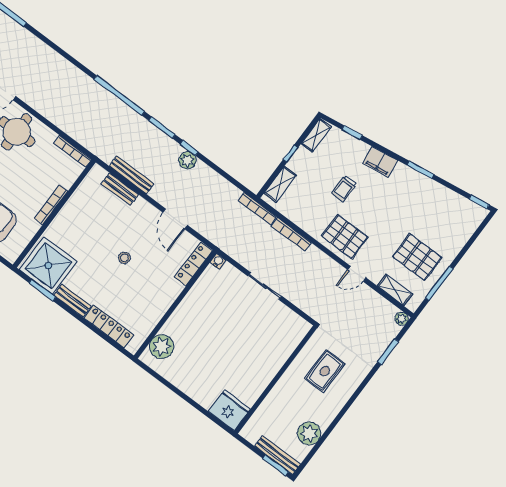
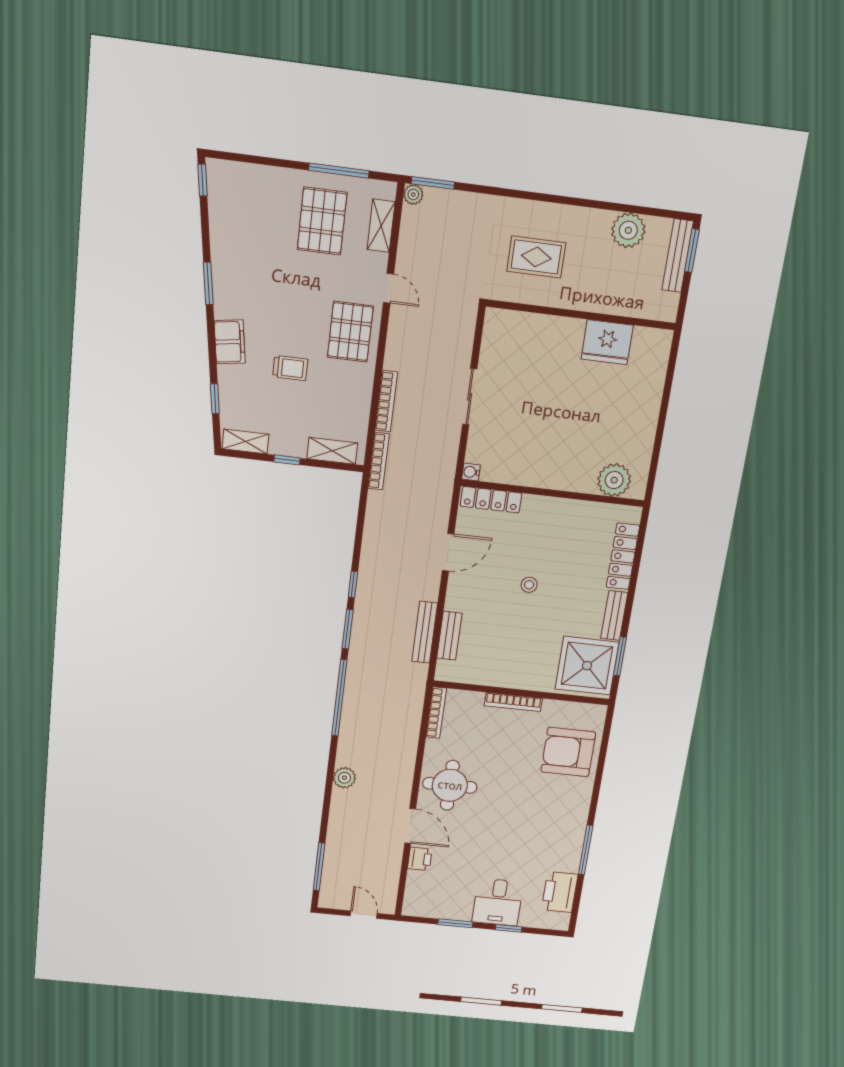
plant: (187, 160) -> (344, 778), moved
window: (388, 352) -> (433, 183), moved
fridge: (229, 410) -> (607, 342), moved, turned -90

